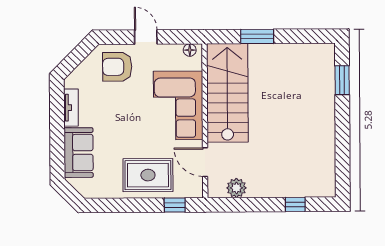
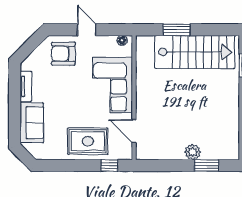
stairs: (227, 93) -> (195, 52), moved, turned 90
plant: (236, 188) -> (193, 152), moved
window: (295, 204) -> (207, 165), width x1.50

